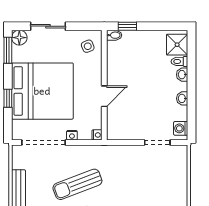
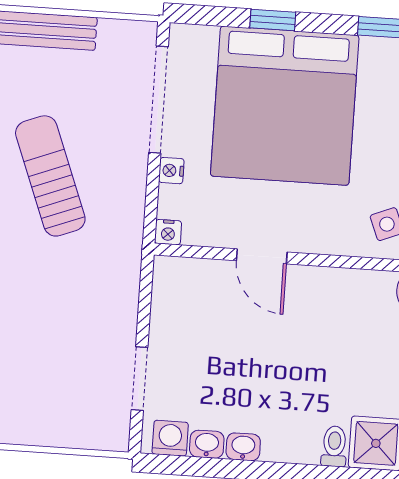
washbasin: (182, 75) -> (207, 444), moved

